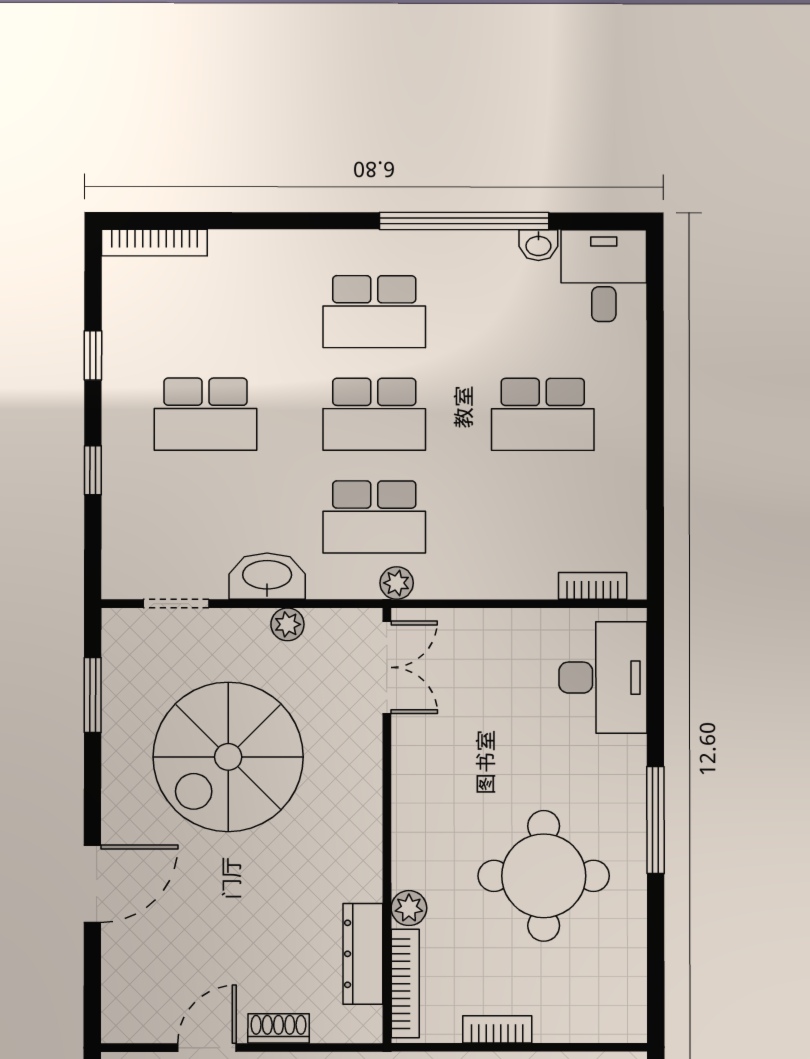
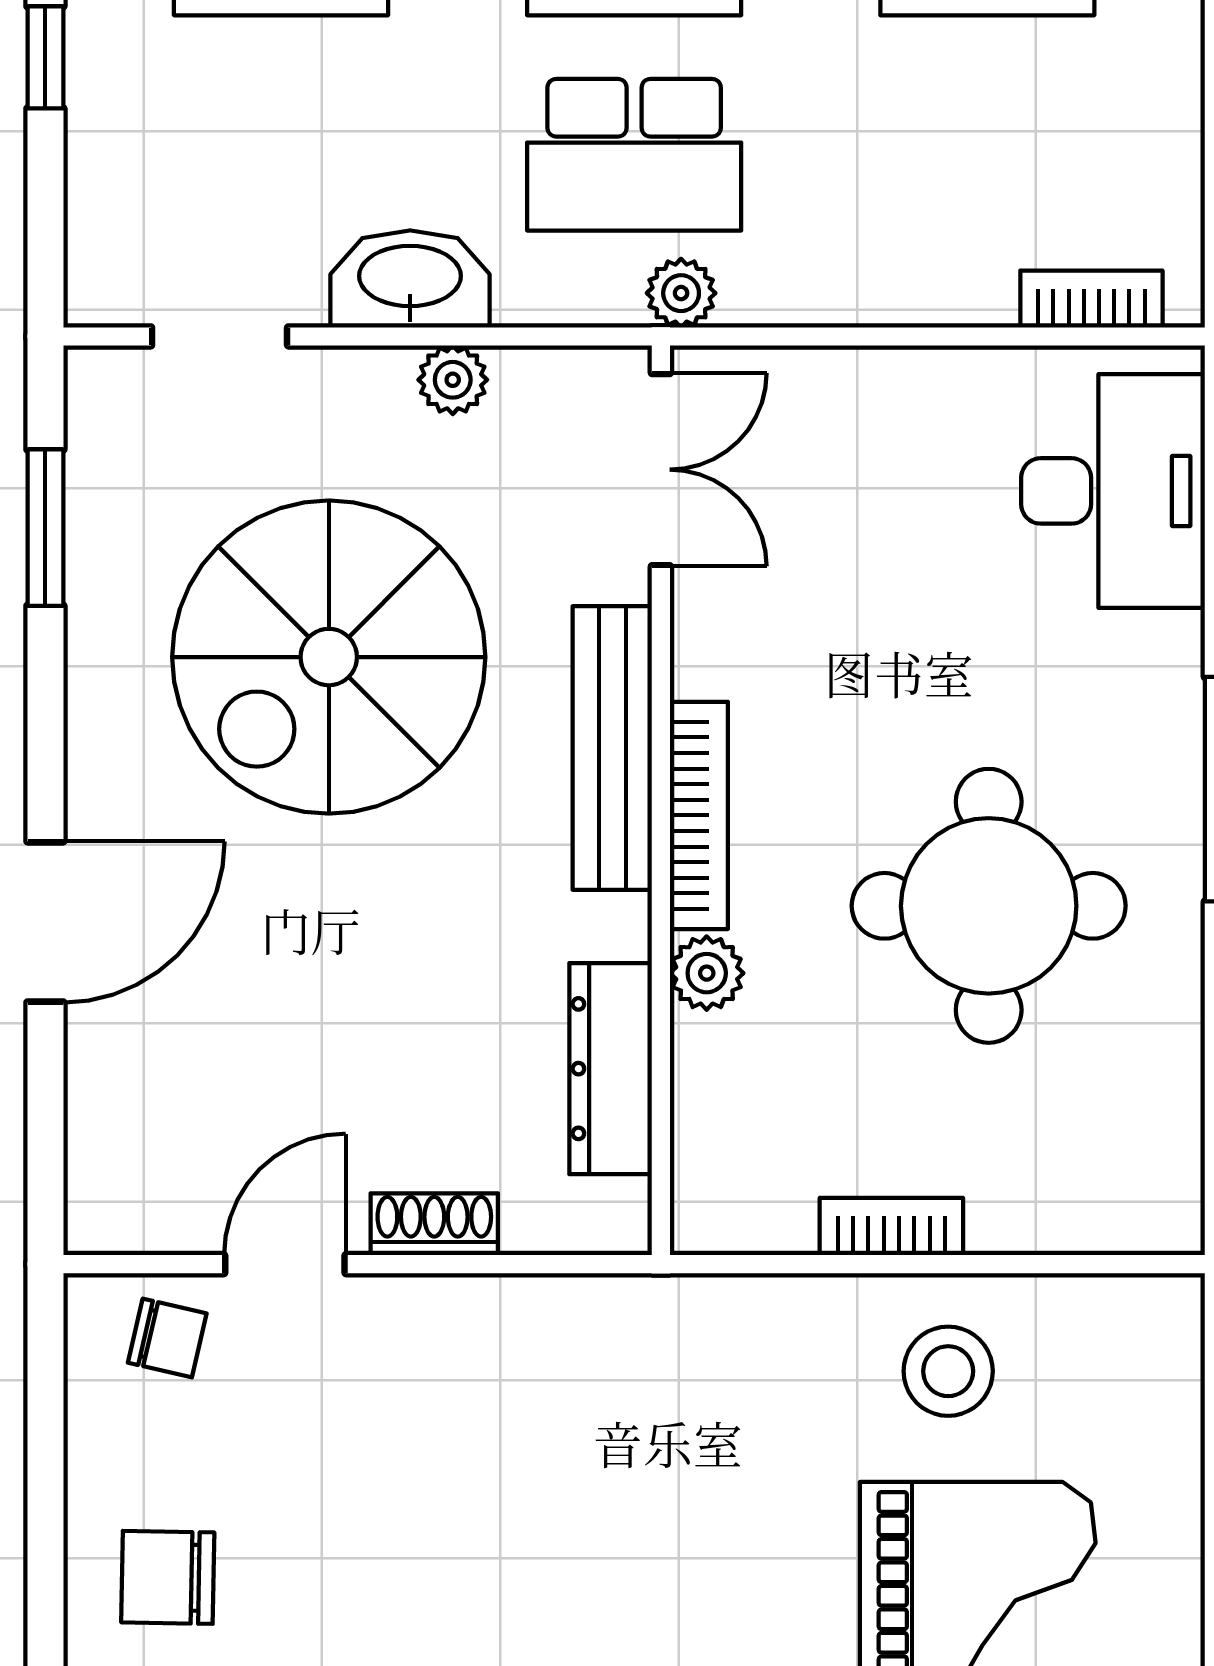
bench: (364, 800) -> (612, 748), added
bookcase: (405, 984) -> (699, 815), moved

